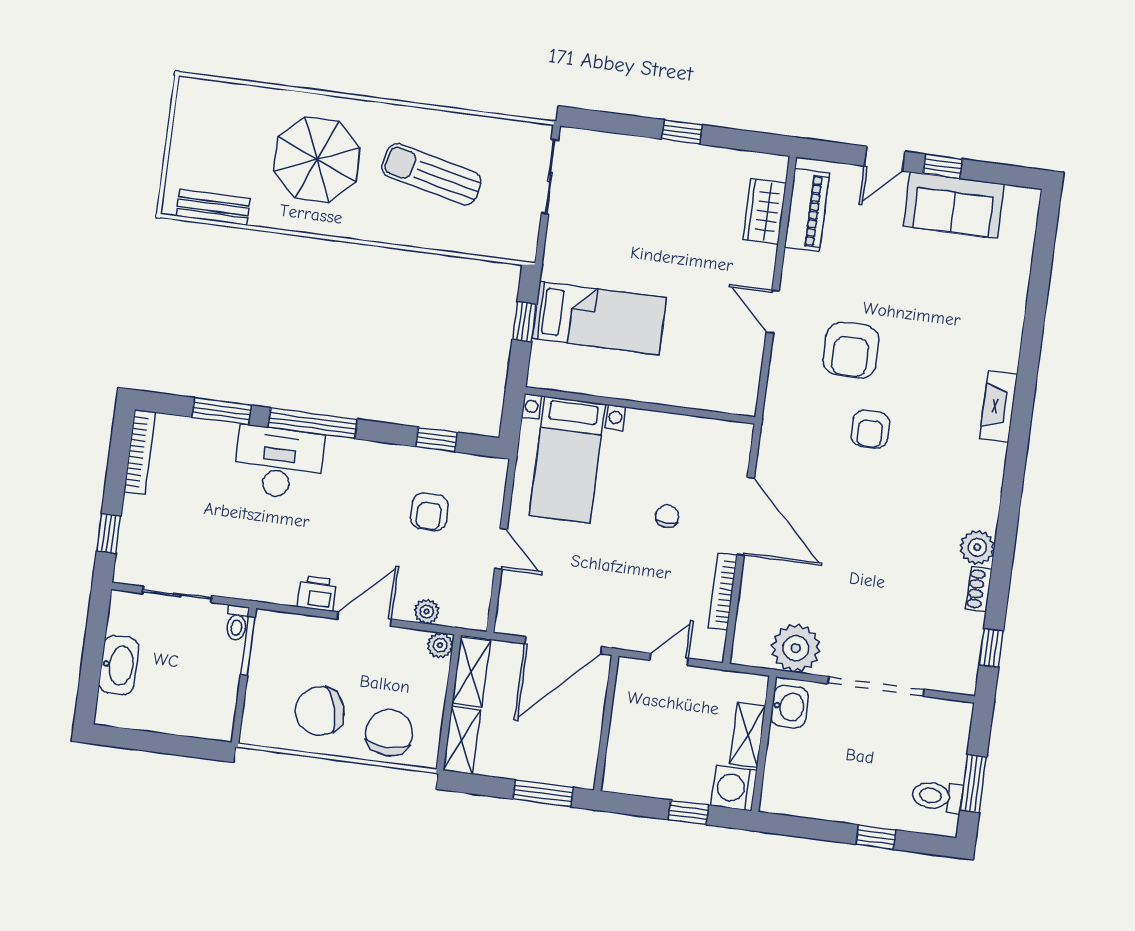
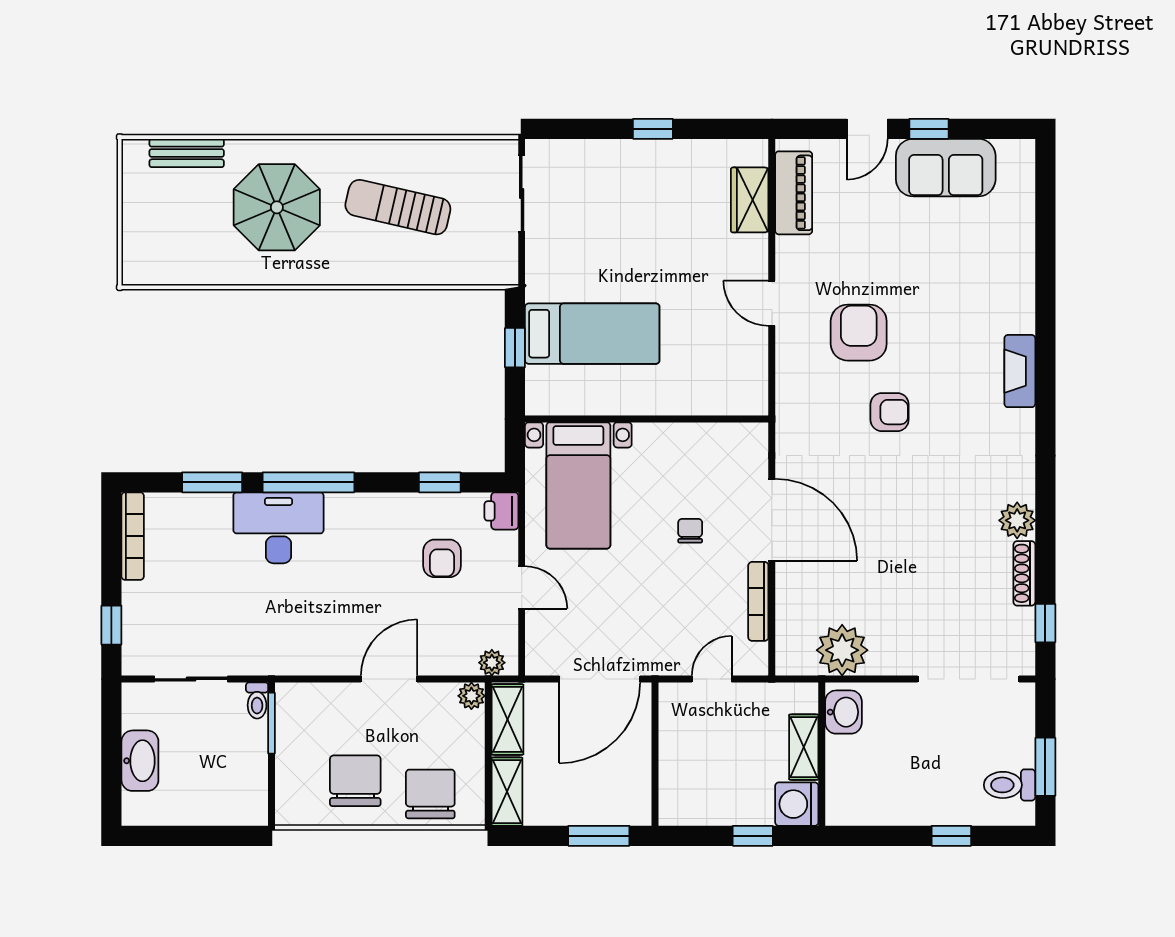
bench: (213, 207) -> (187, 153), moved
armchair: (851, 350) -> (859, 333), turned 180
armchair: (870, 429) -> (890, 412), turned -90
shoe rack: (979, 589) -> (1024, 573), width x1.43
printer: (317, 593) -> (501, 511), moved, turned -90
plant: (427, 612) -> (492, 663), moved
doorway: (876, 686) -> (968, 679), moved
chair: (320, 711) -> (355, 781), turned 107

